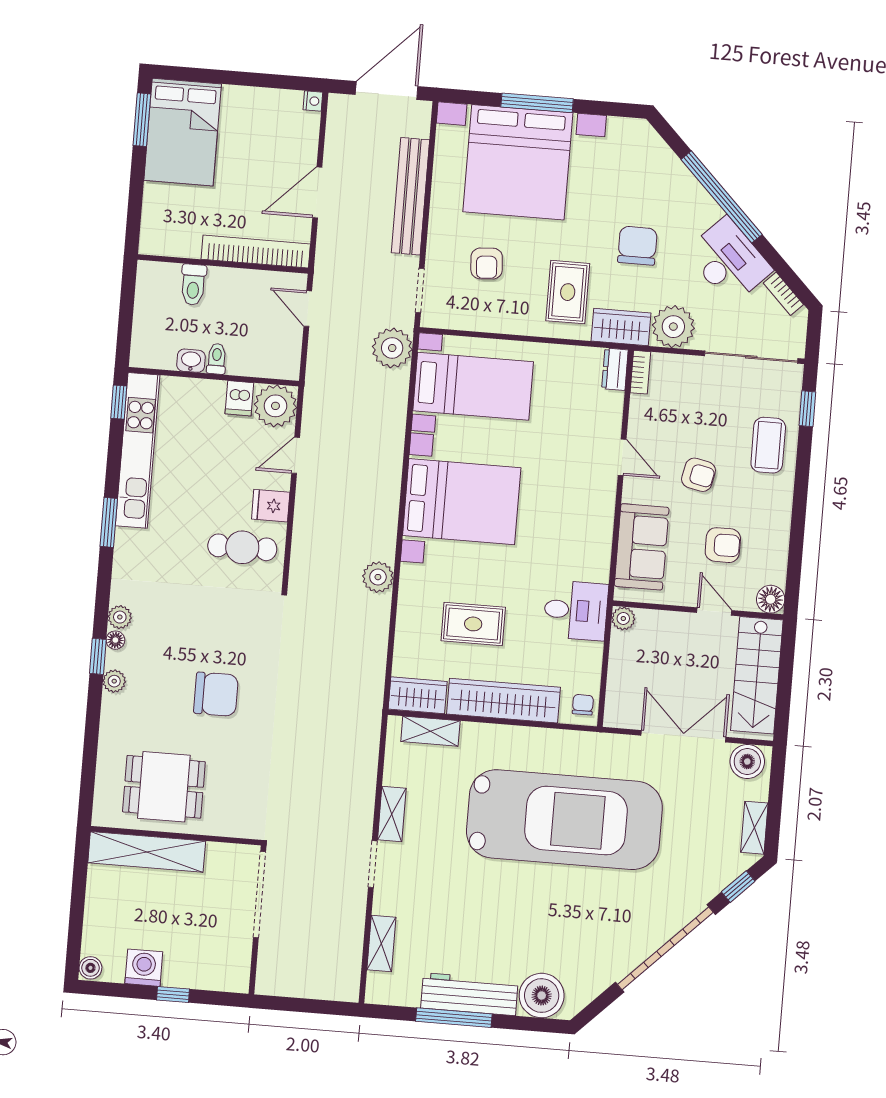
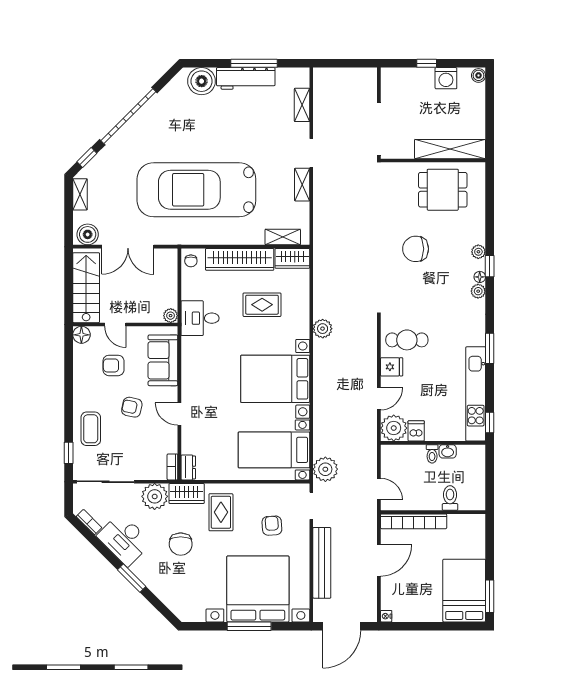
window: (722, 197) -> (132, 578), width x0.47

